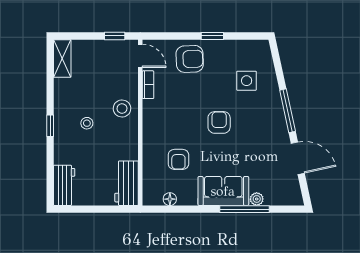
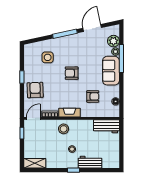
fireplace: (150, 119) -> (69, 113), added
workbench: (64, 185) -> (90, 162), moved
plant: (275, 195) -> (113, 41), added

